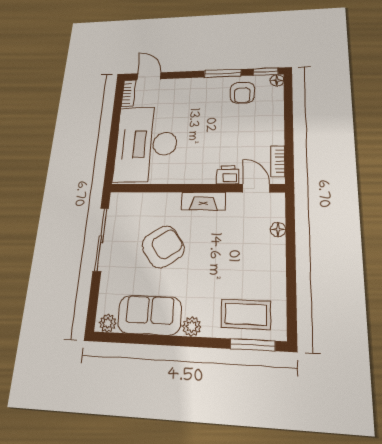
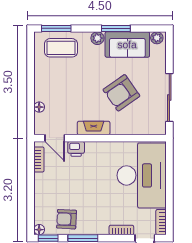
bookcase: (176, 84) -> (121, 230), added
armchair: (242, 93) -> (67, 219), turned -87
window: (164, 340) -> (116, 28), added

